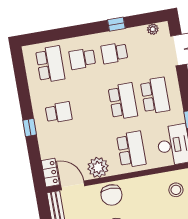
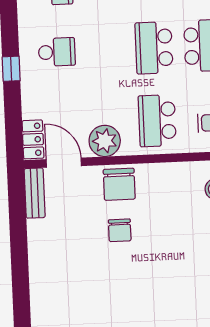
school desk: (123, 101) -> (154, 48), turned 180
school desk: (131, 149) -> (157, 121), turned 180

